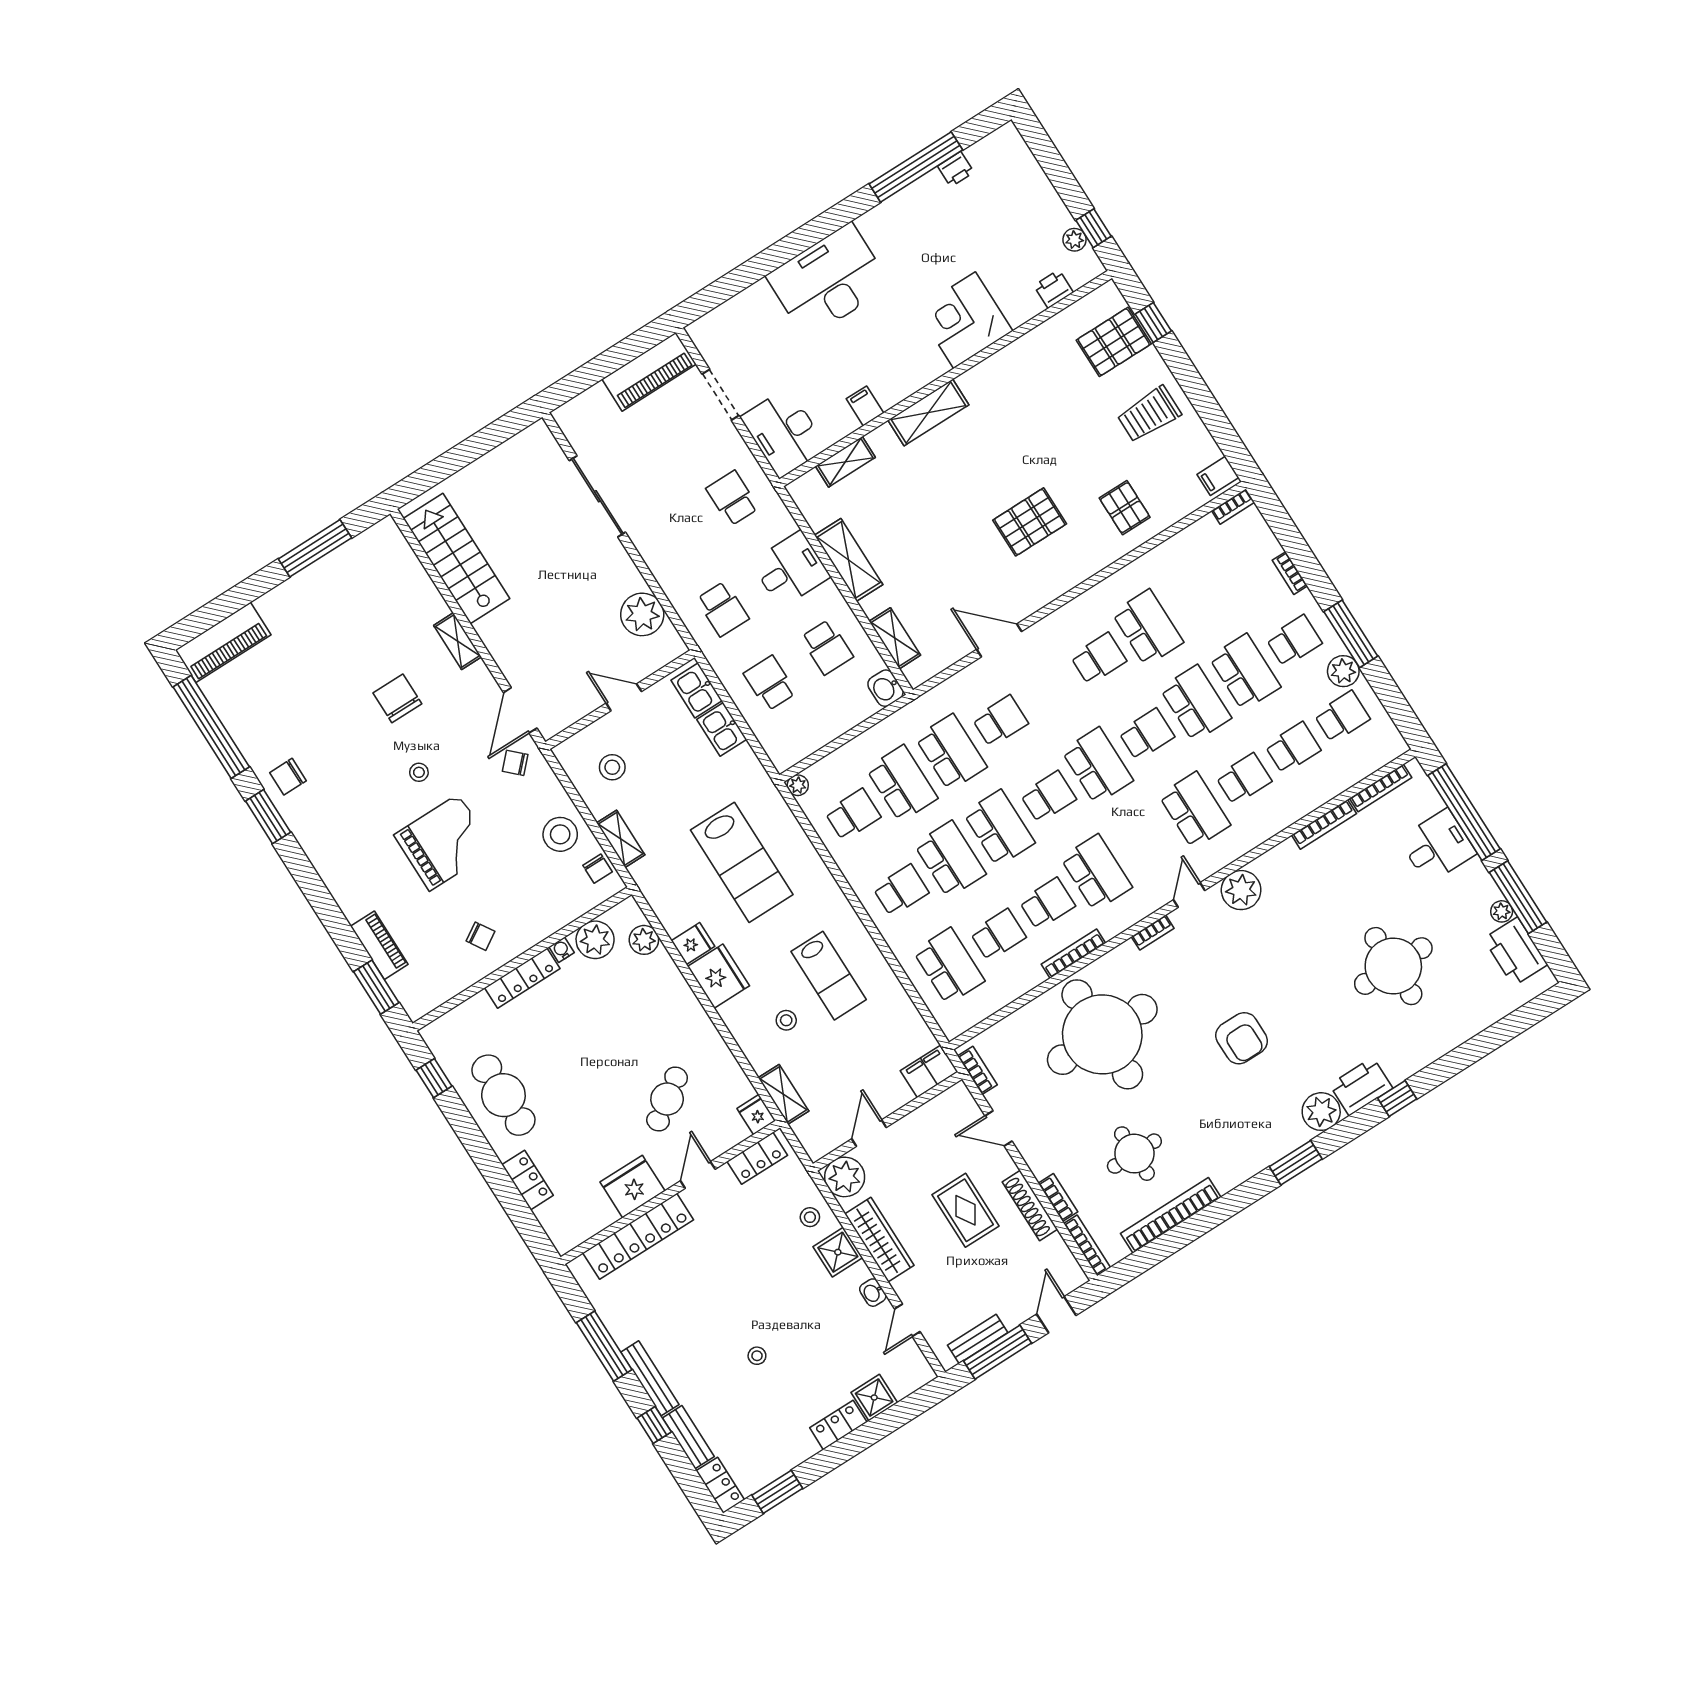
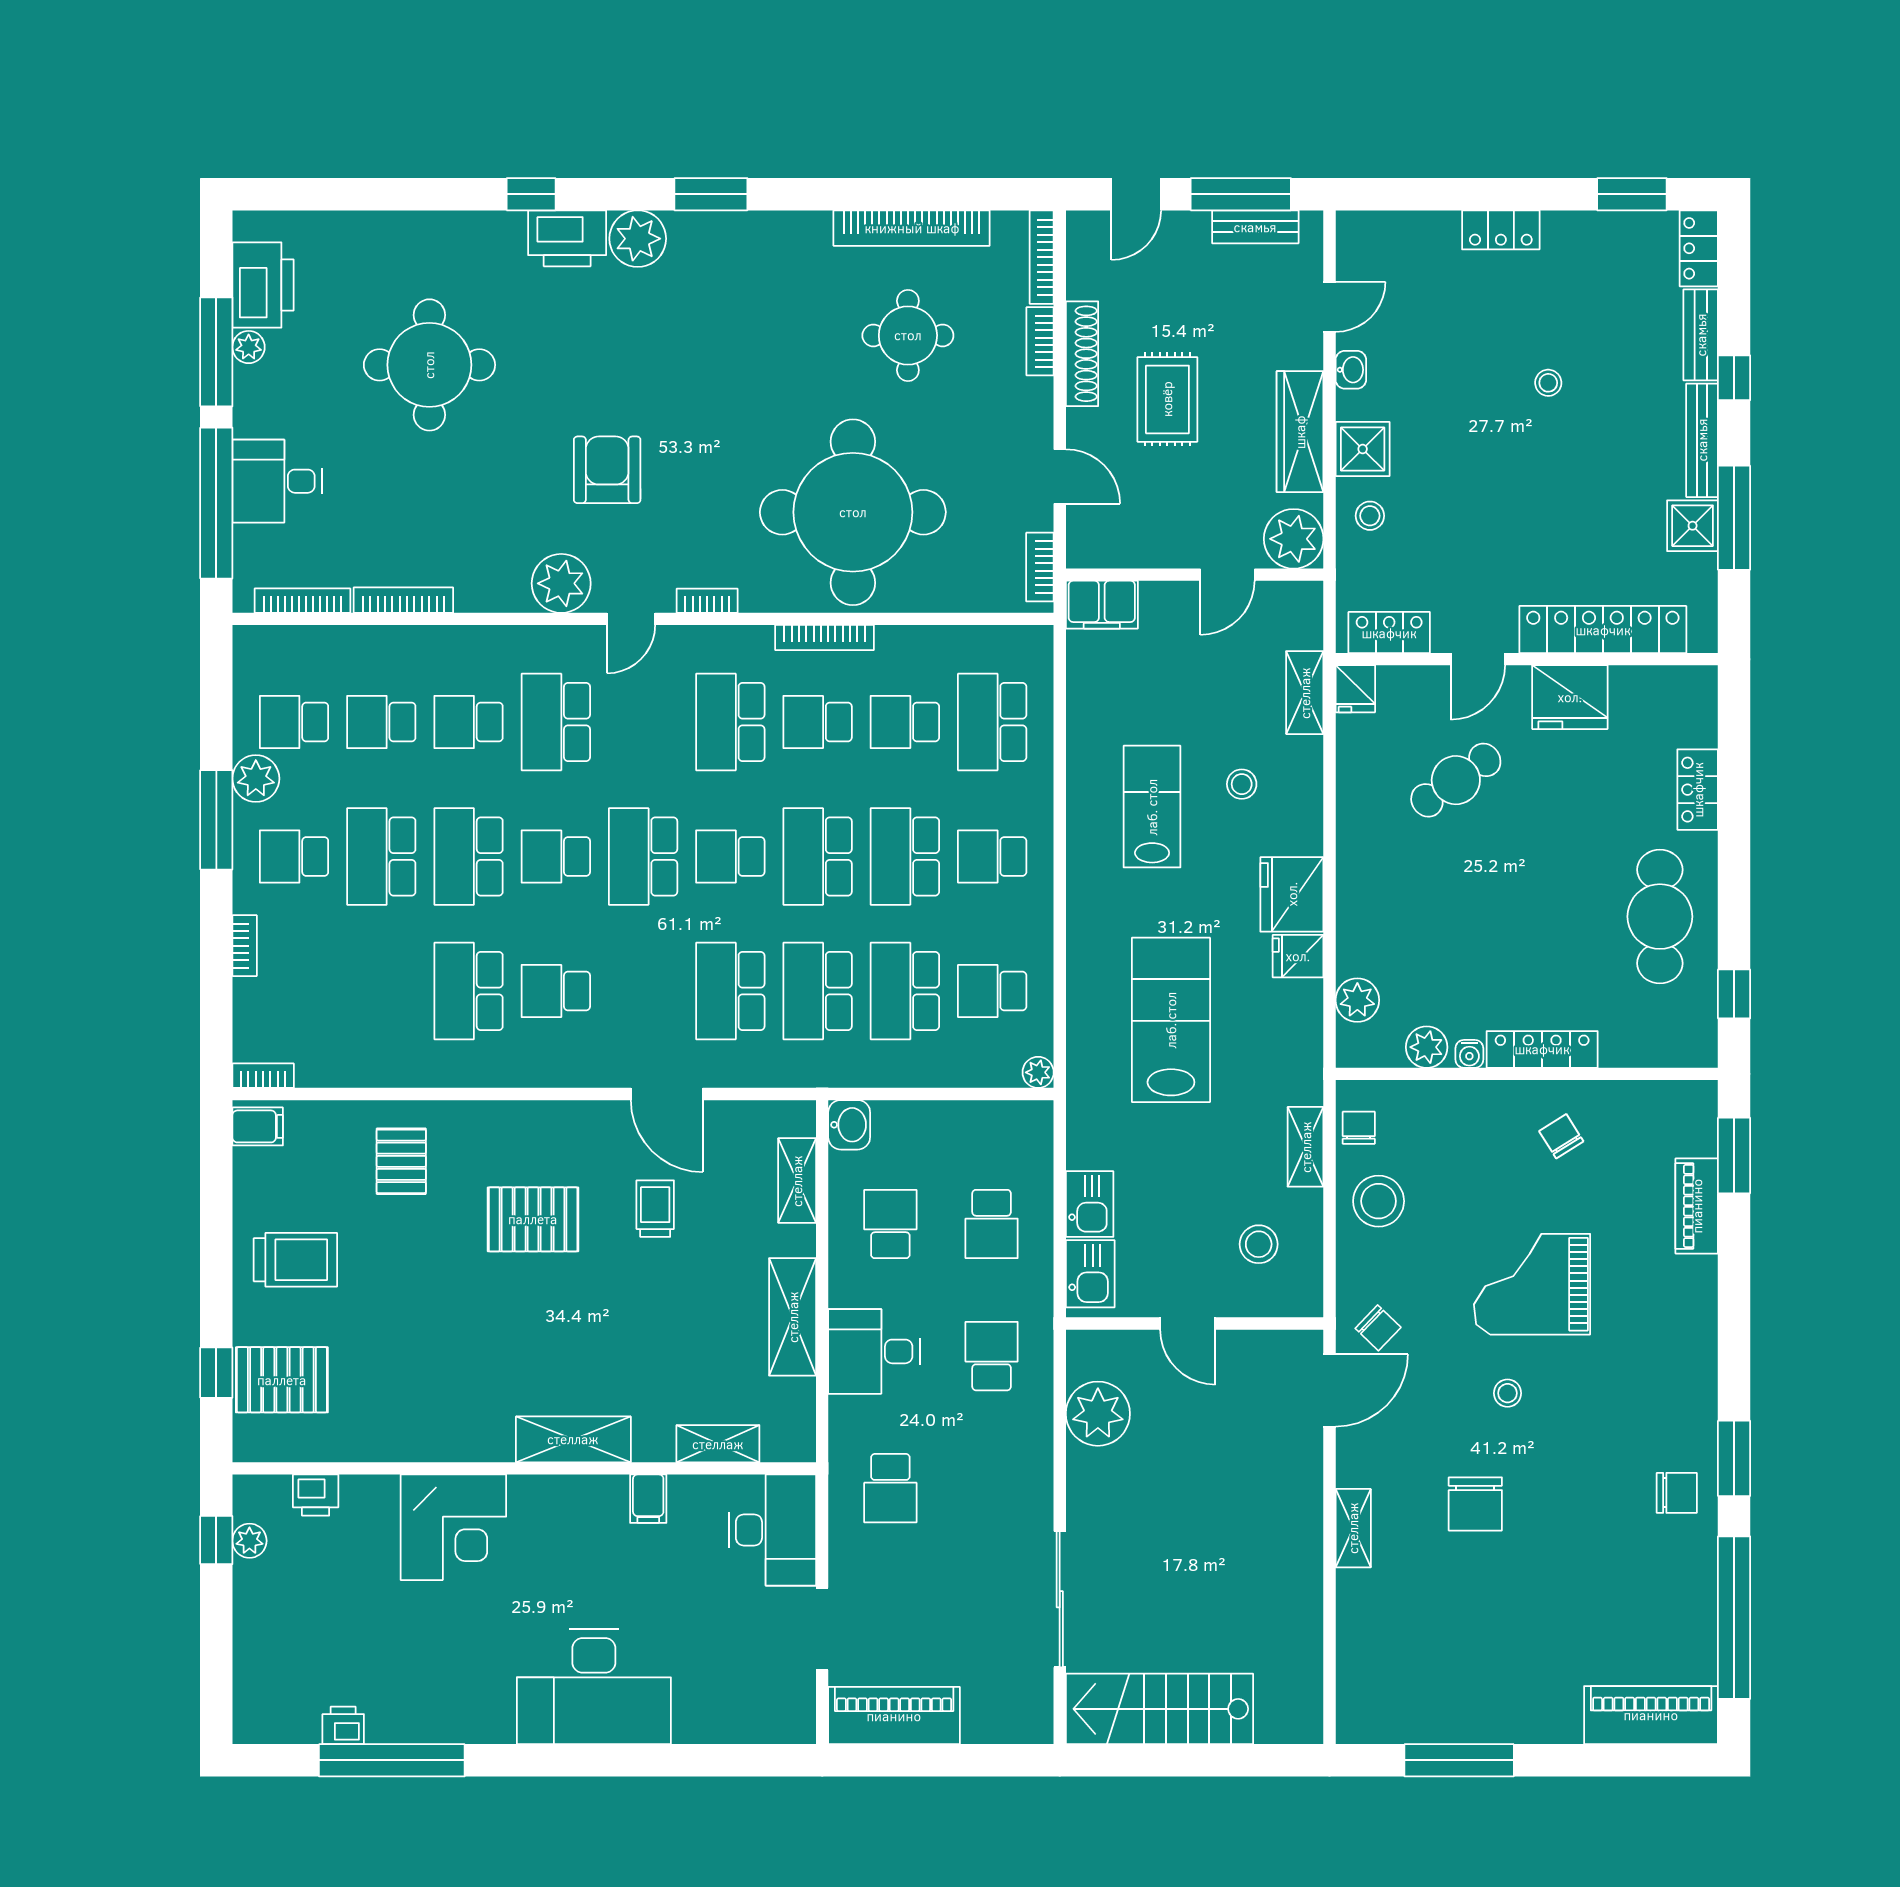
stairs: (457, 559) -> (1159, 1709), moved, turned 90
trolley: (965, 572) -> (655, 1209), added
school desk: (1000, 721) -> (730, 991), width x1.85
plant: (595, 940) -> (1427, 1047), width x0.73, depth x0.73
armchair: (1242, 1038) -> (607, 470), moved
shower: (874, 1397) -> (1693, 526), moved

